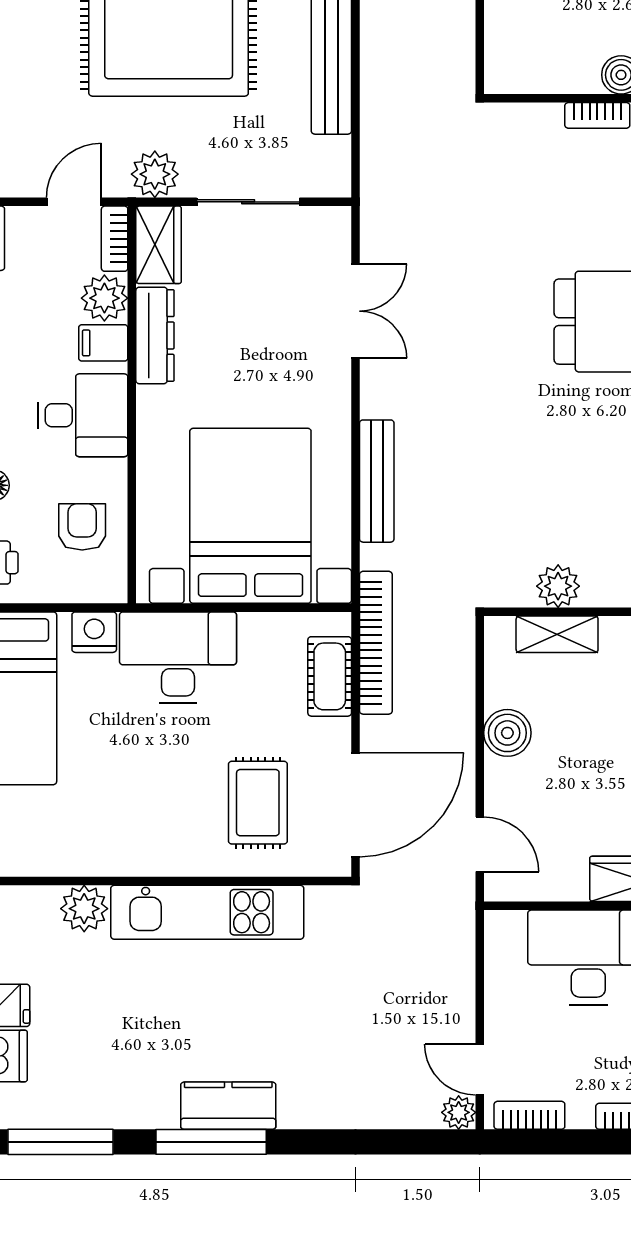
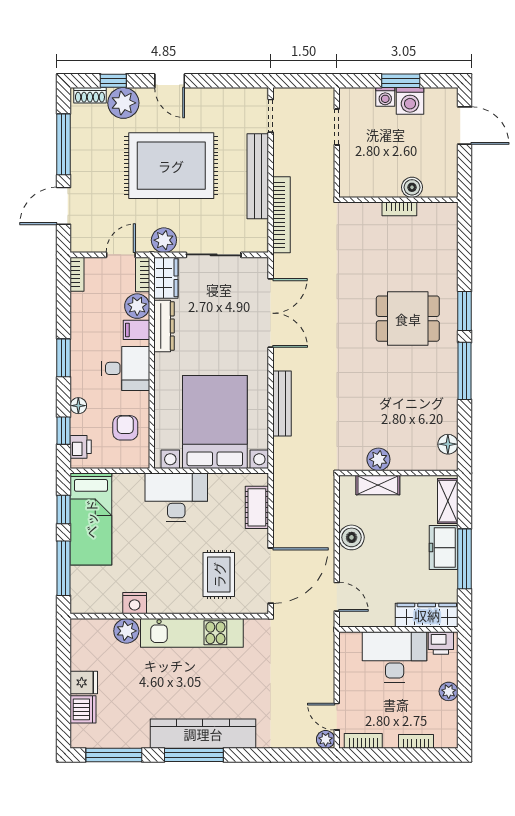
double door: (355, 311) -> (271, 313), width x1.37
nightstand: (94, 632) -> (135, 603), moved, turned 180
bookcase: (376, 643) -> (282, 215), moved
kitchen counter: (228, 1106) -> (203, 734), width x2.08, depth x1.17

